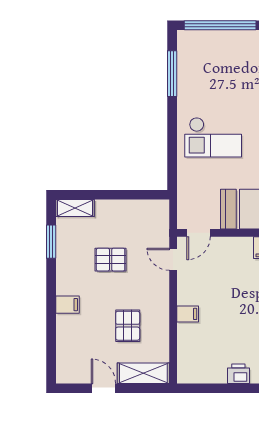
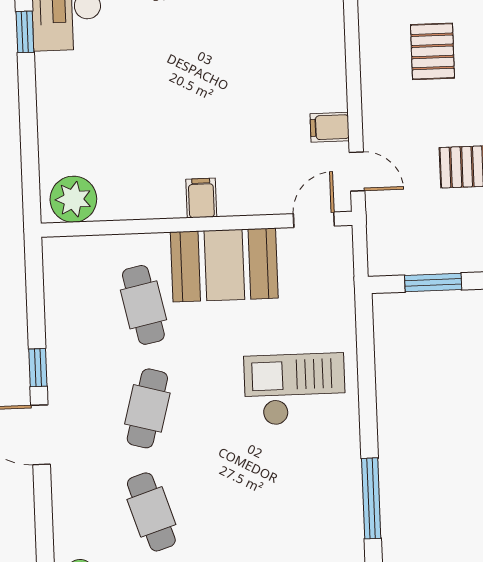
window: (132, 195) -> (433, 283), added
filing cabinet: (188, 314) -> (330, 127), moved

